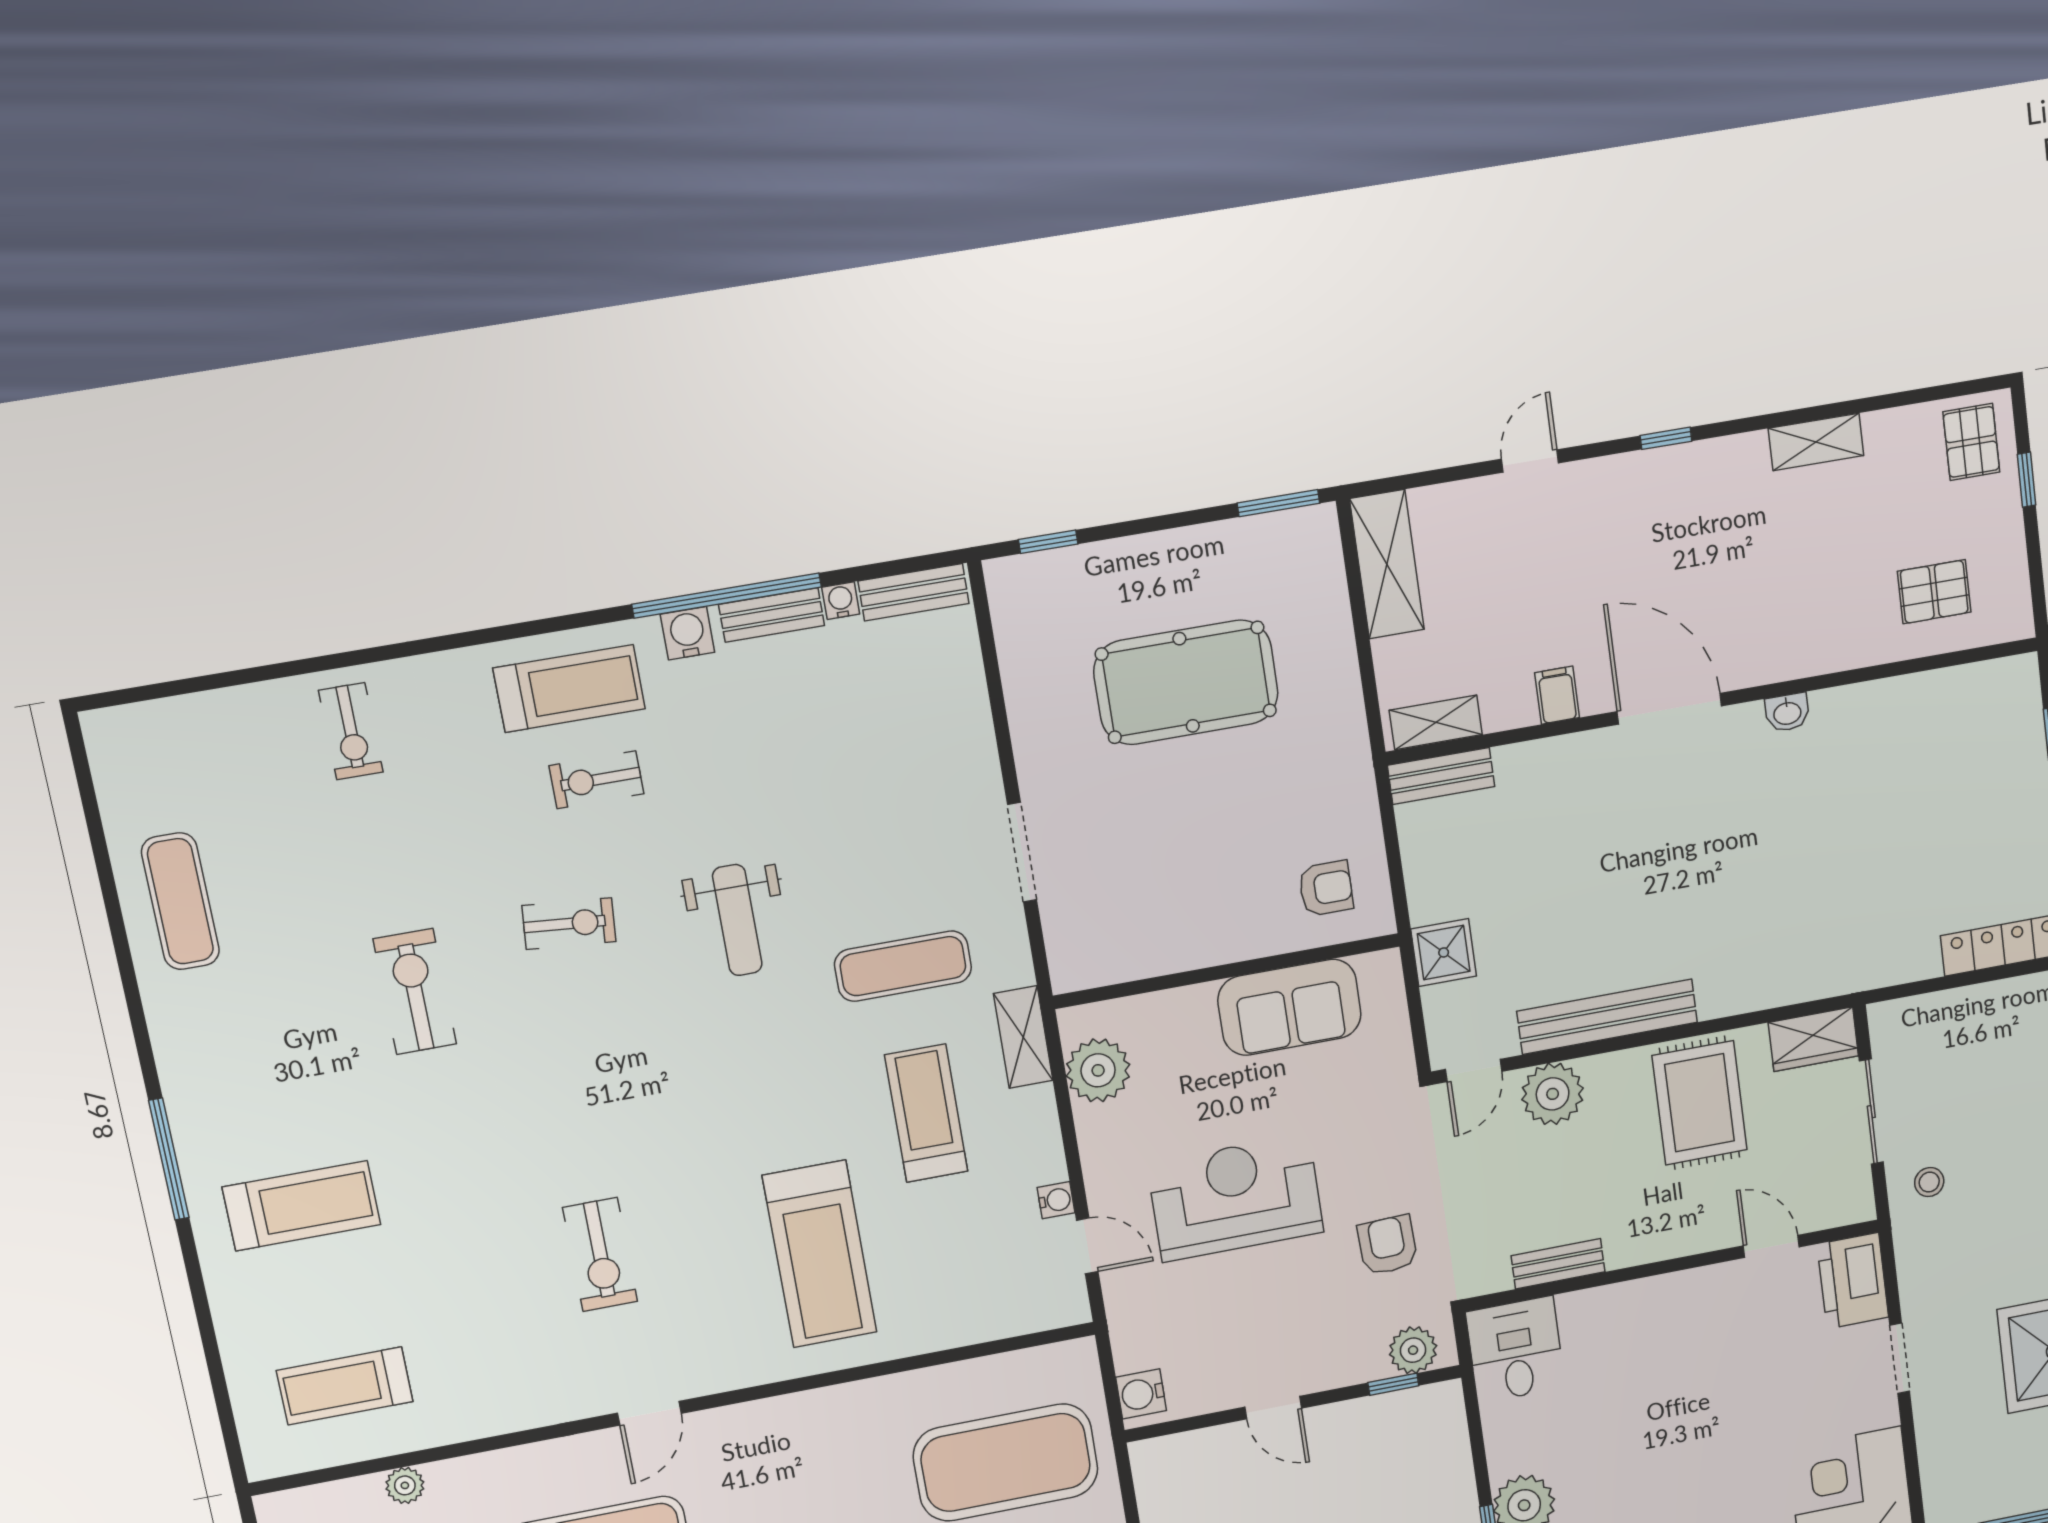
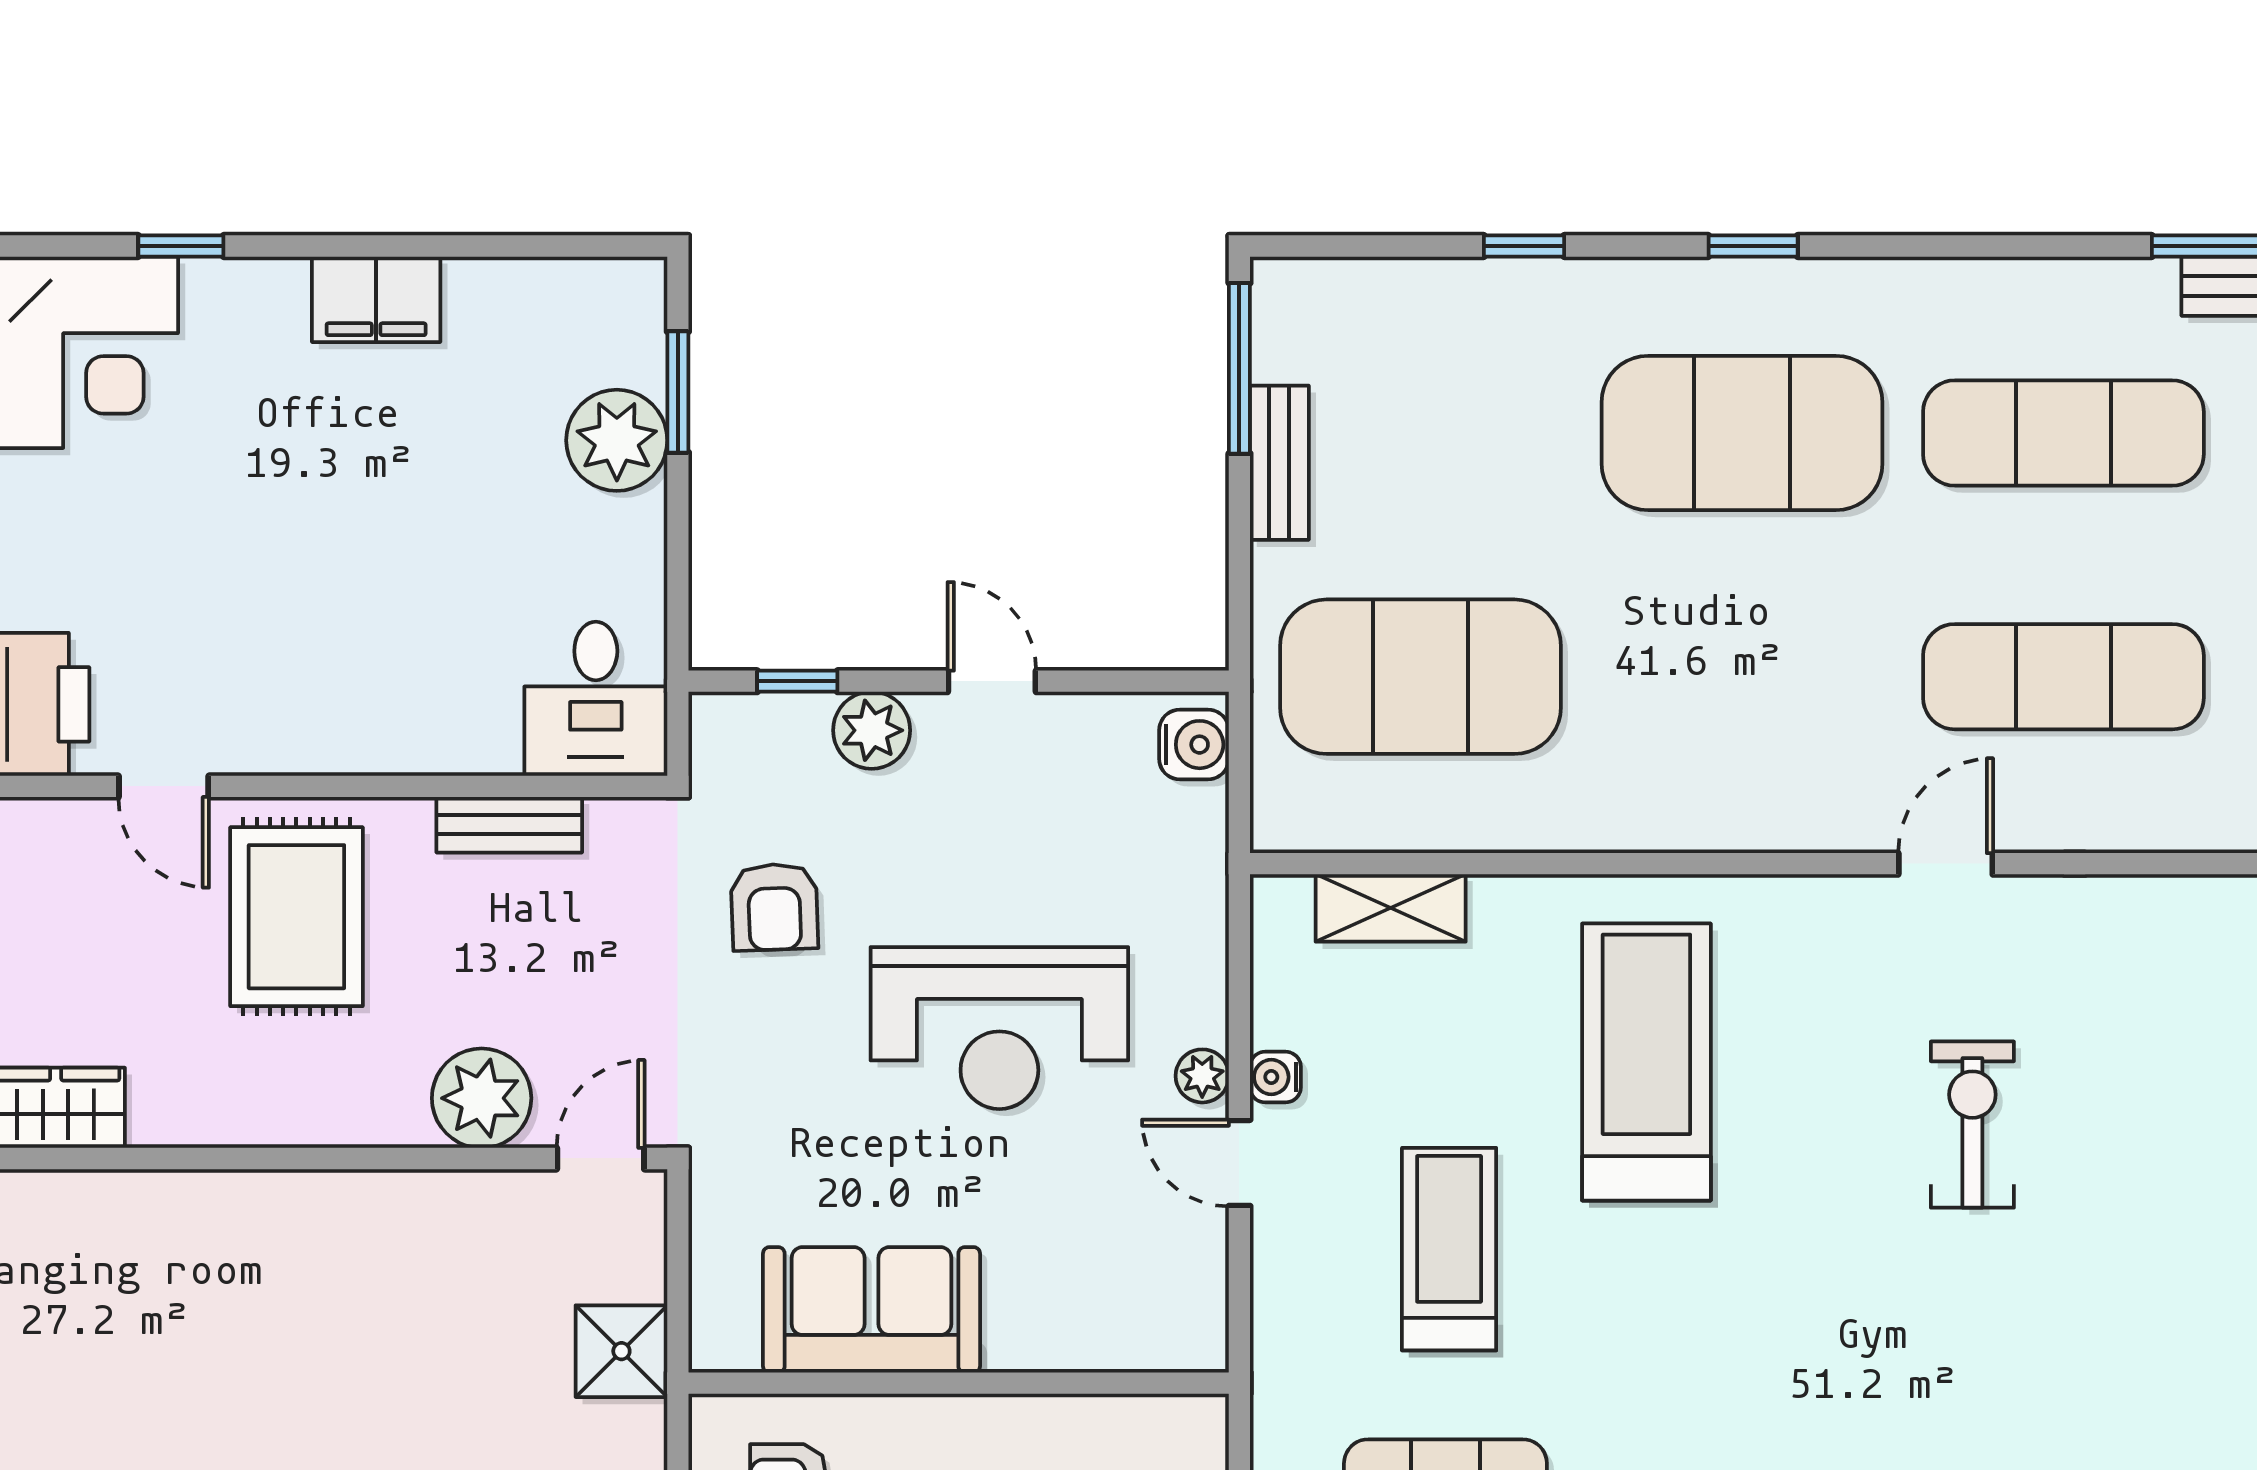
bench: (1607, 1017) -> (379, 1204), removed
shelving: (1023, 1037) -> (1391, 908), moved, turned 90
plant: (1098, 1070) -> (1202, 1076), moved, width x0.53, depth x0.53
rug: (1700, 1103) -> (296, 917), moved
treadmill: (926, 1113) -> (1449, 1249), turned 180
door: (1087, 1246) -> (1239, 1163), moved
plant: (1413, 1350) -> (872, 730), moved

